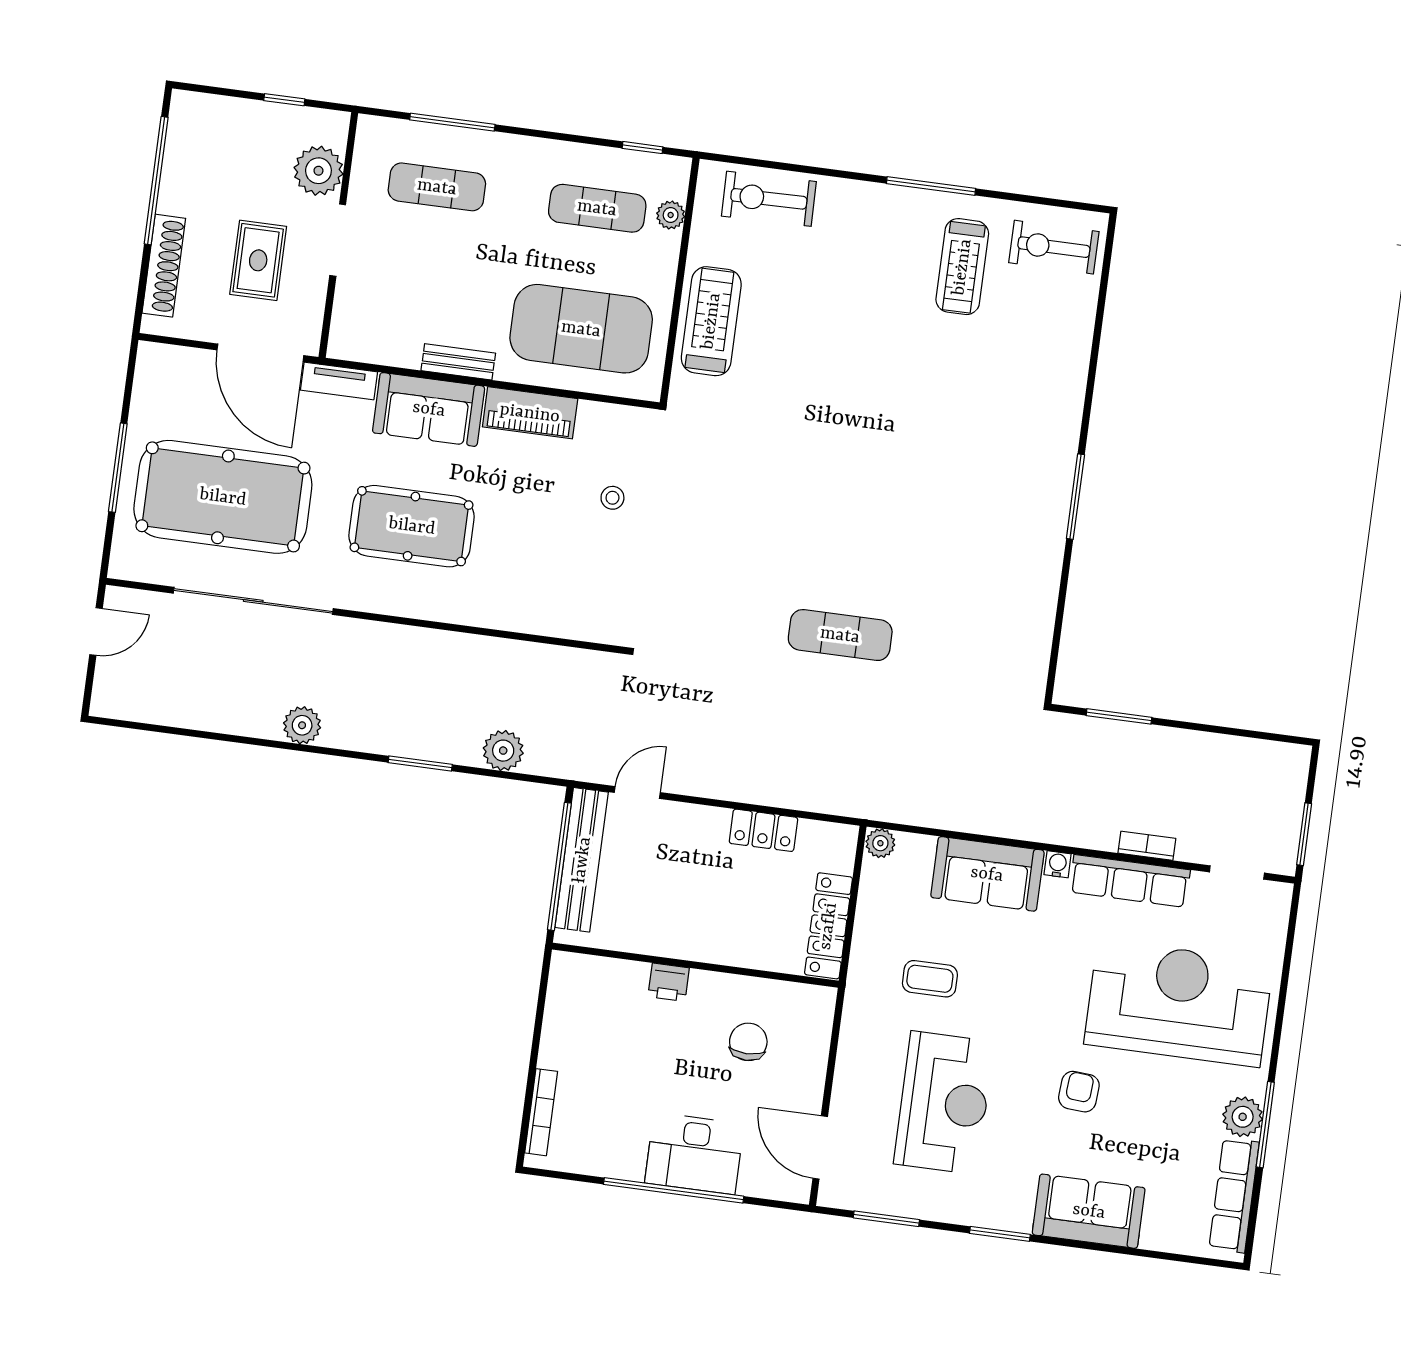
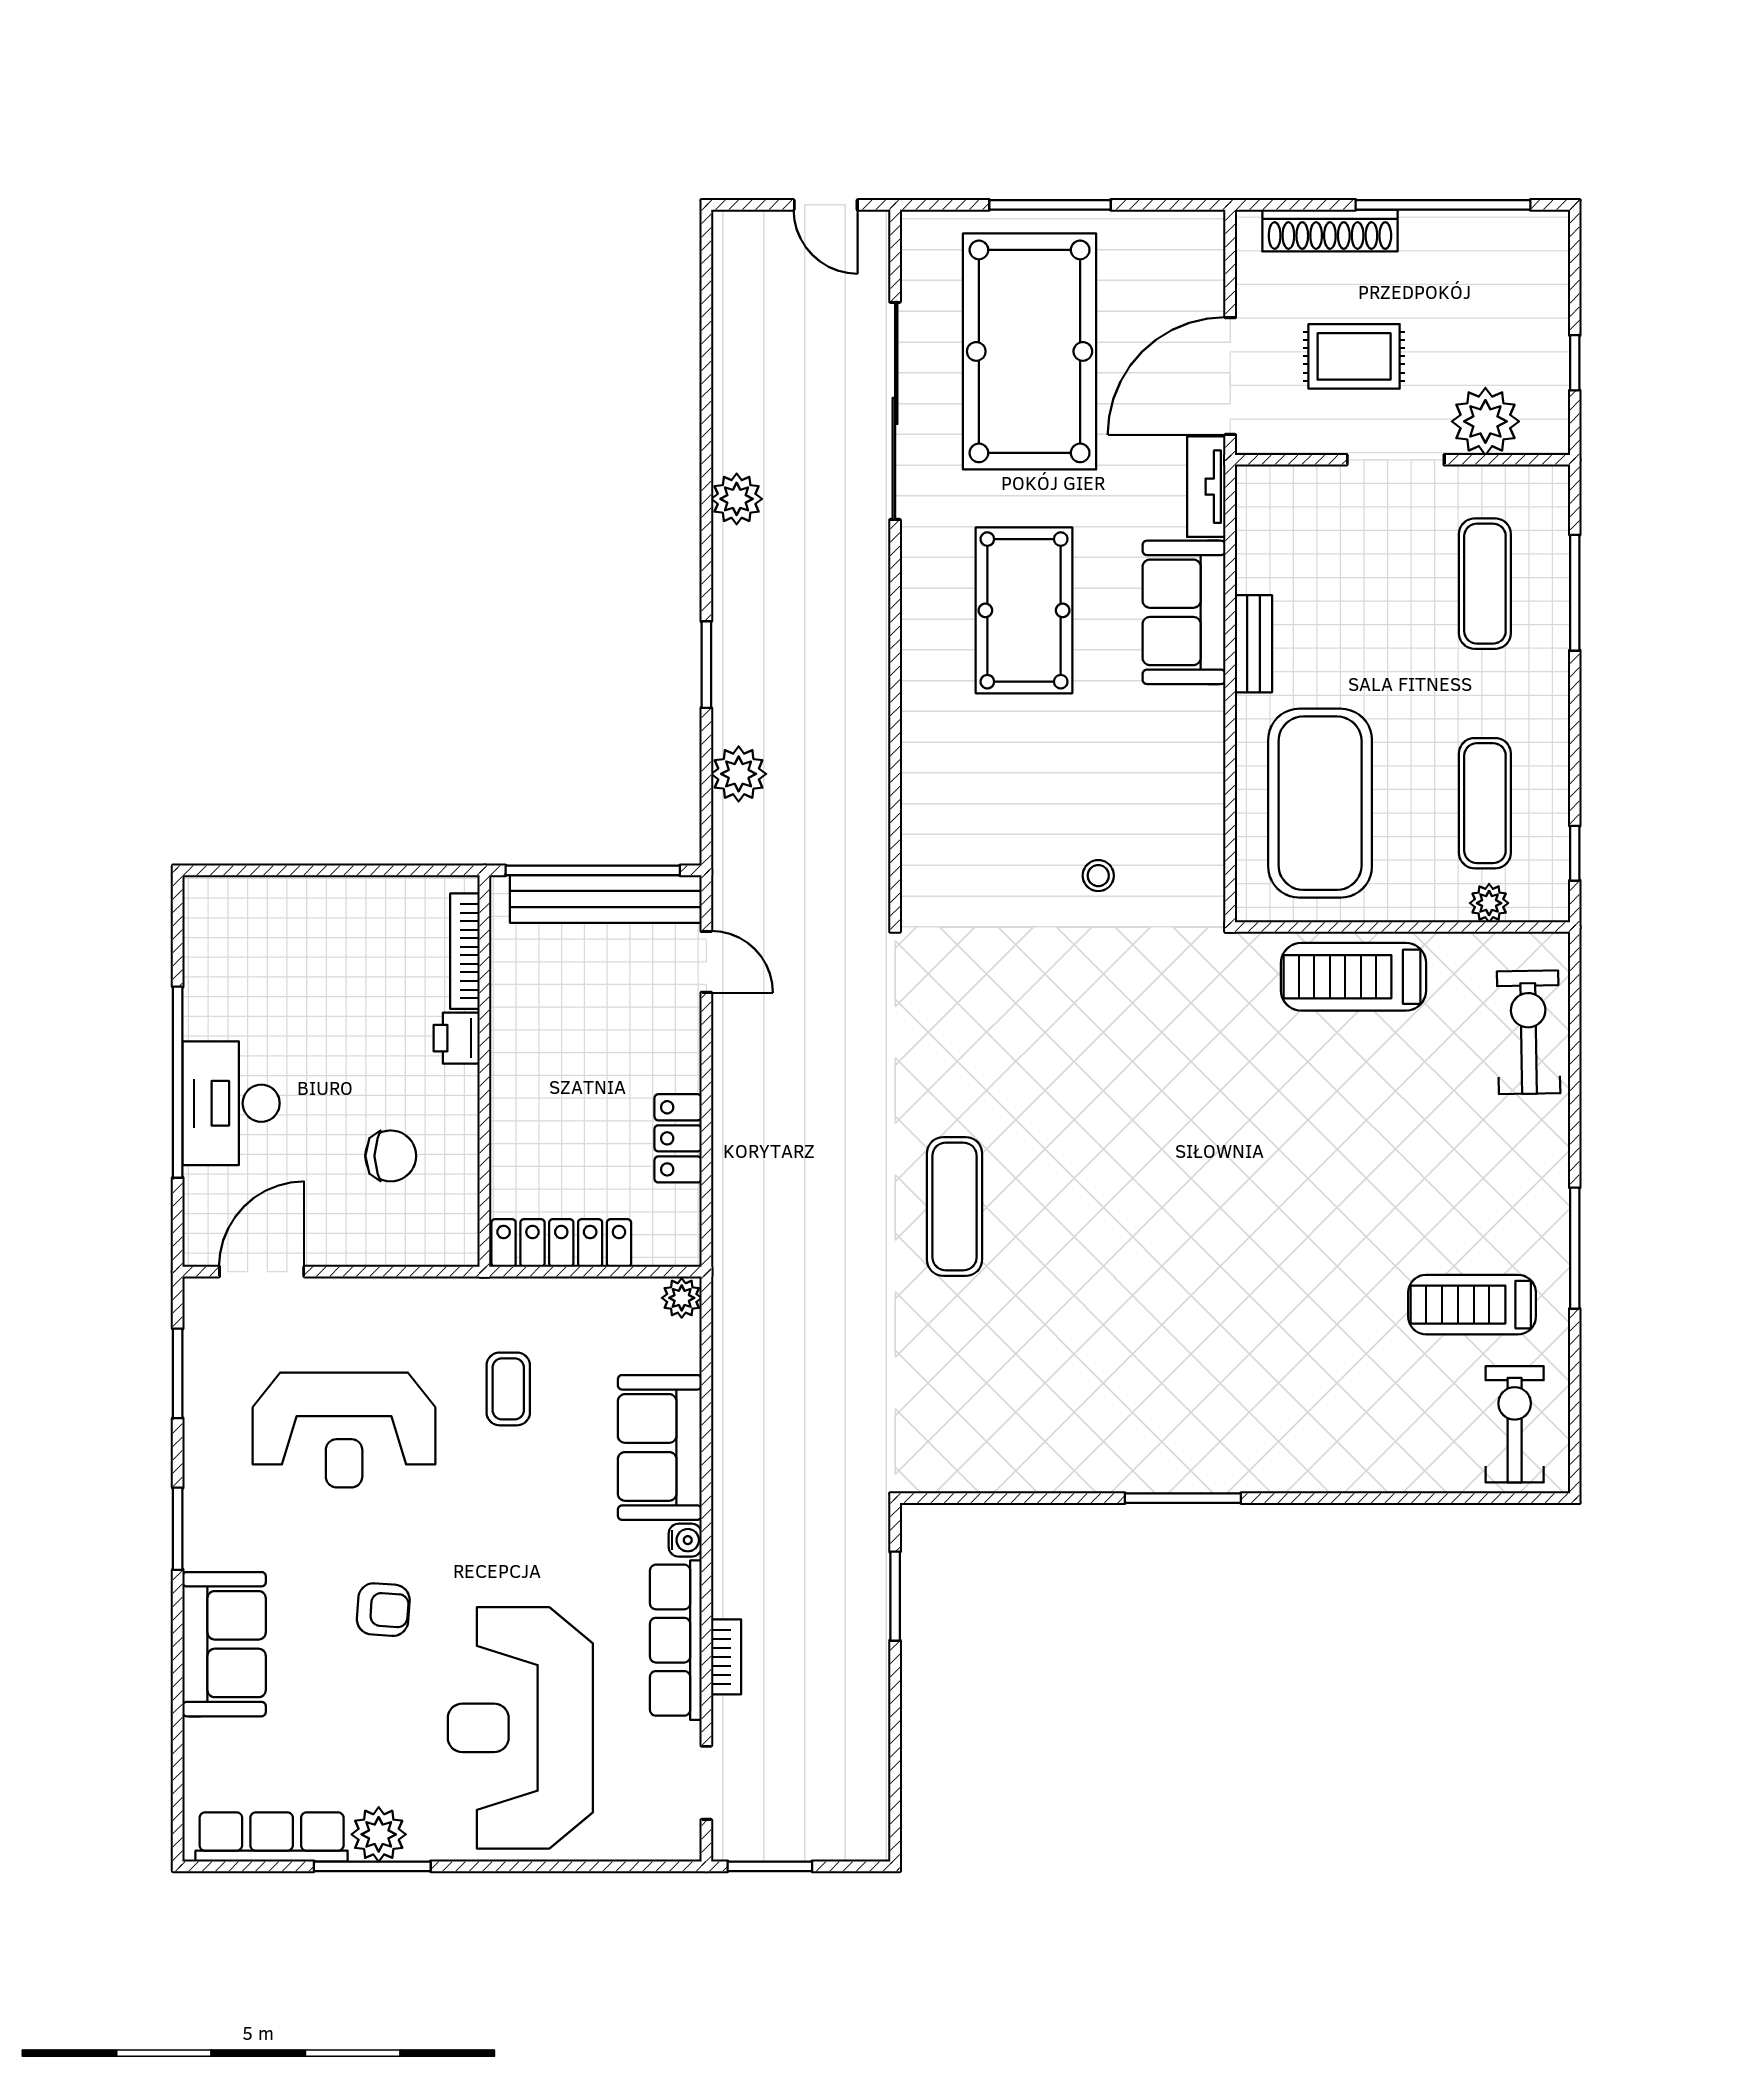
treadmill: (711, 321) -> (1353, 977), turned 180
piano: (530, 413) -> (1198, 750), removed
reception desk: (1179, 1003) -> (520, 1728), turned 180
bookcase: (541, 1112) -> (465, 951), moved, turned 90

